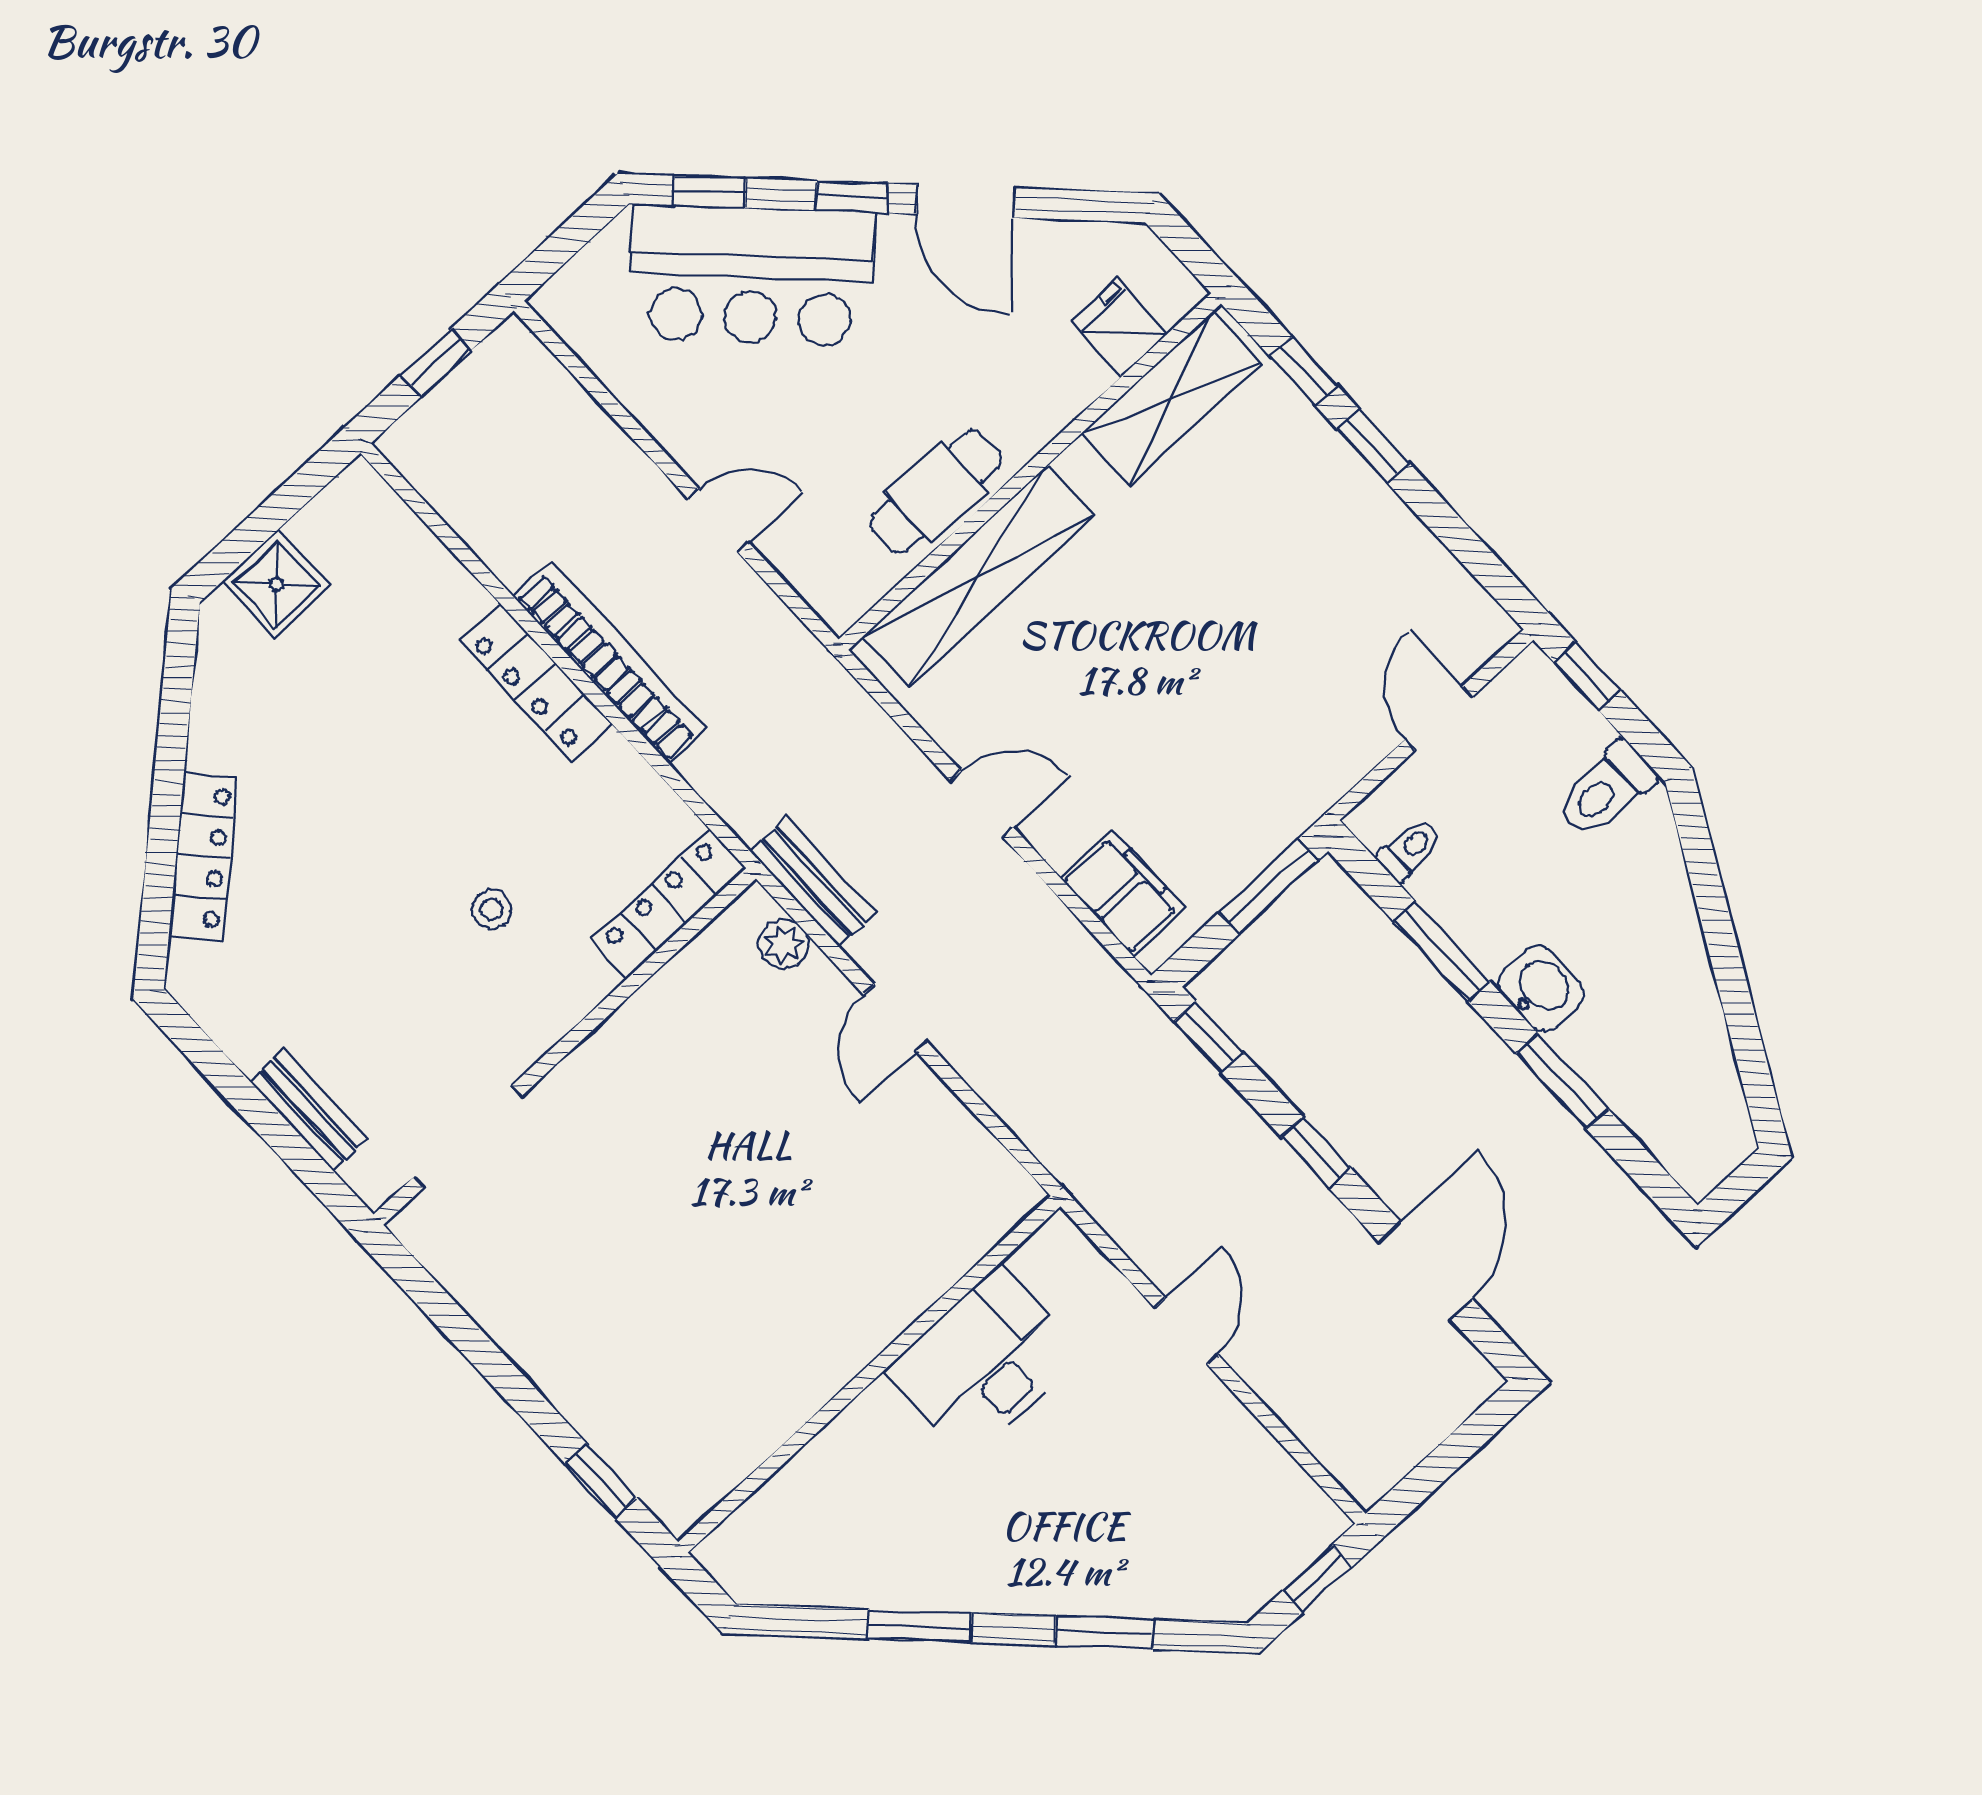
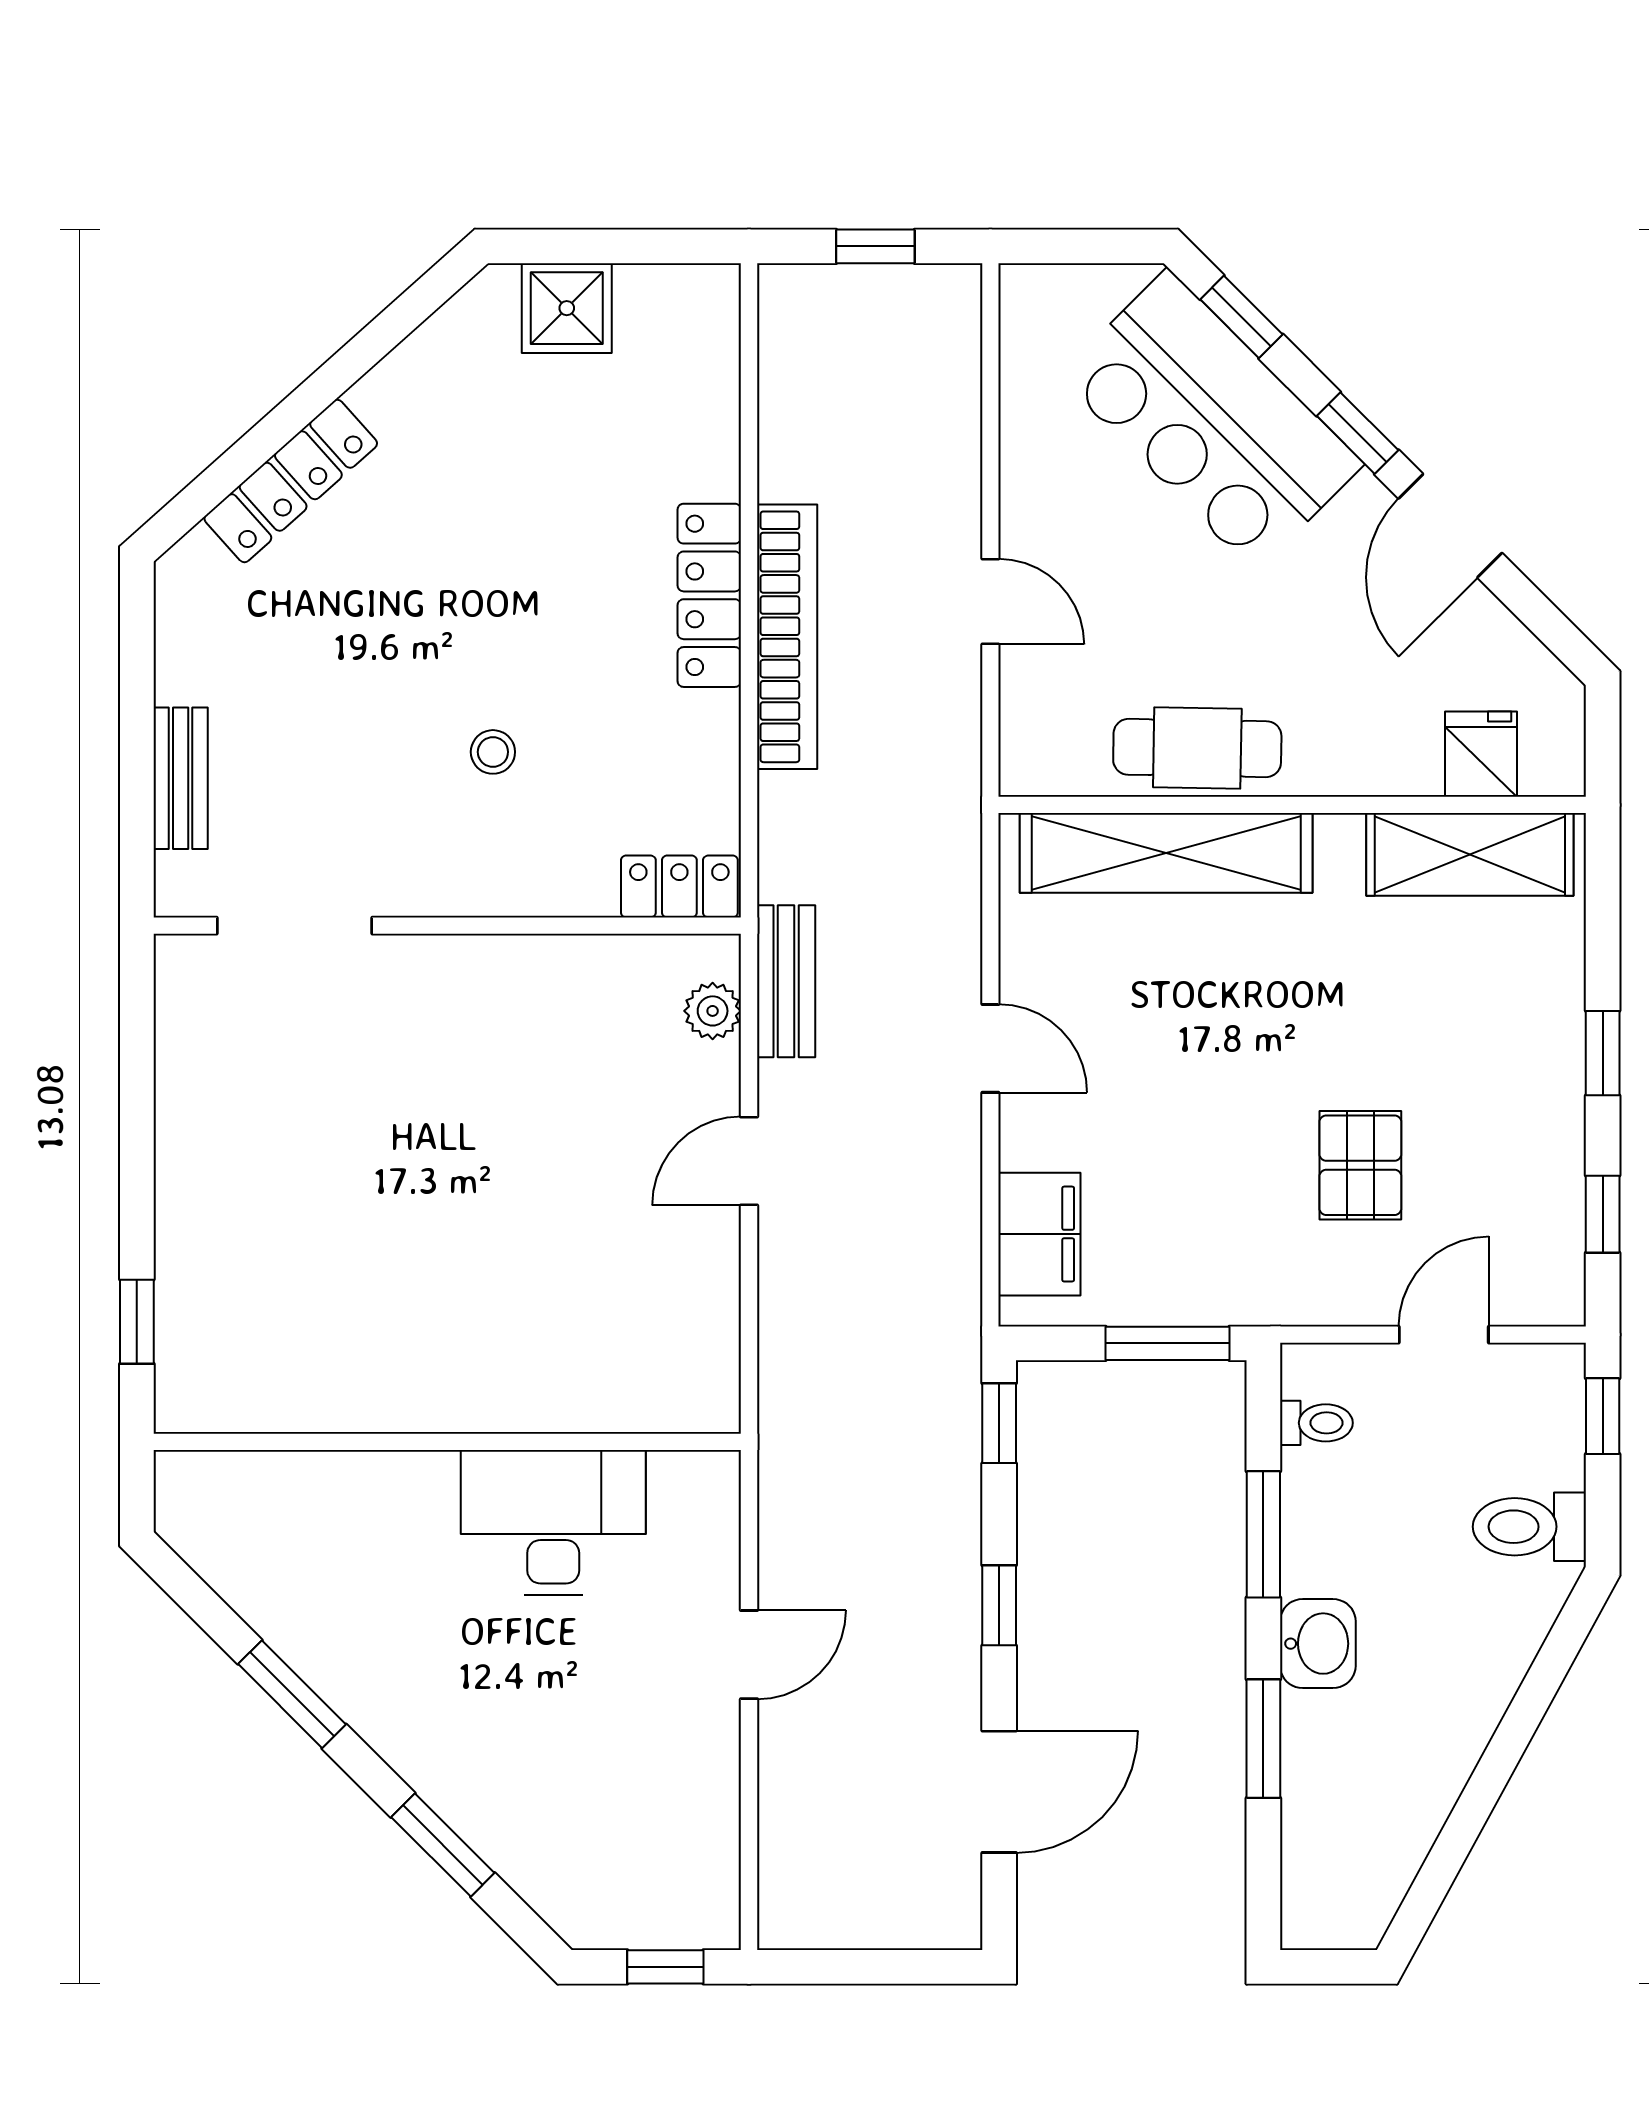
window: (1304, 371) -> (1603, 1214), moved
pallet: (1286, 660) -> (1360, 1165), added
locker: (668, 904) -> (679, 886), width x0.66

